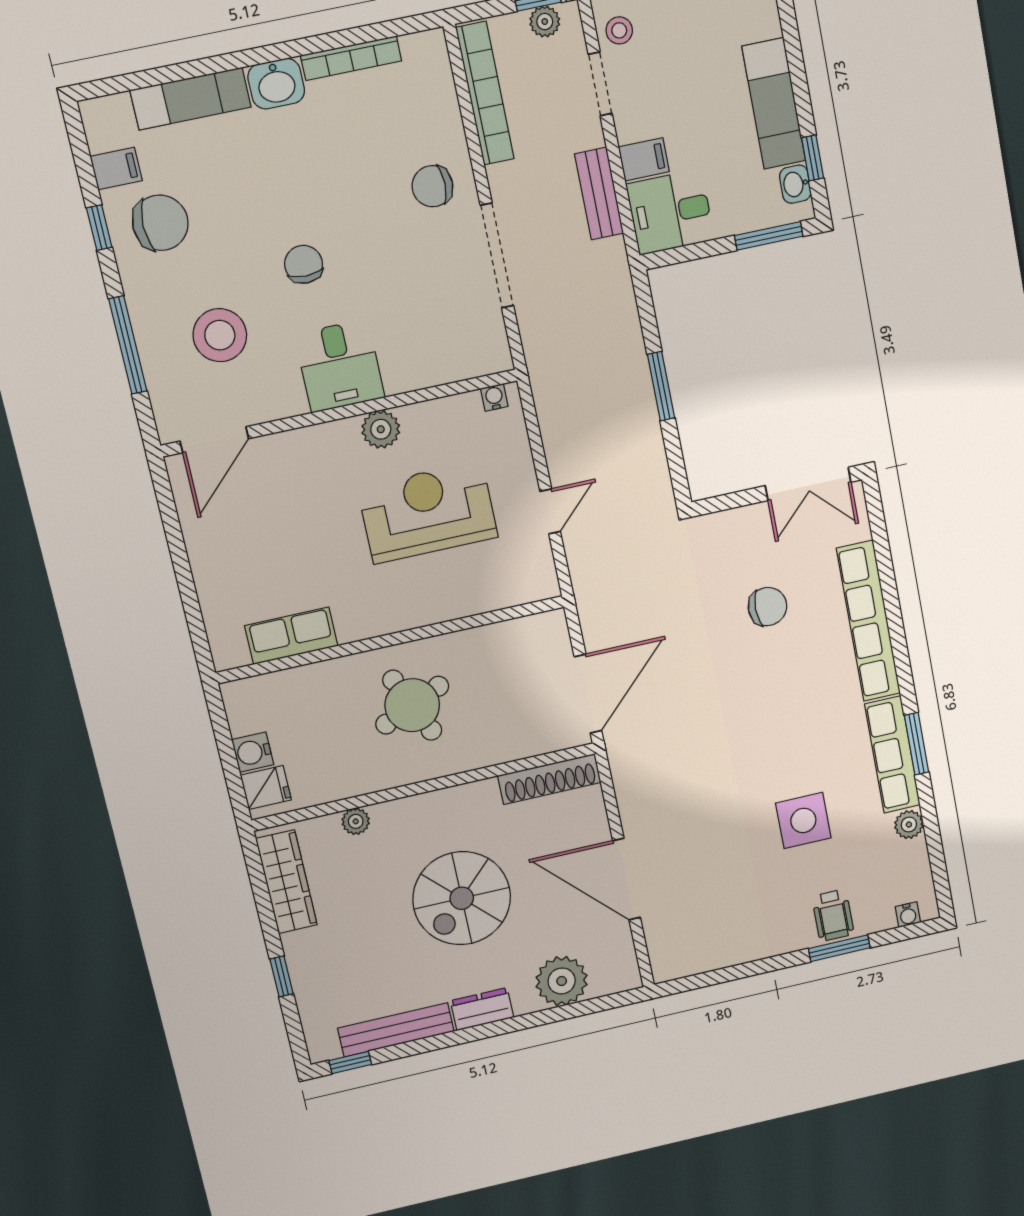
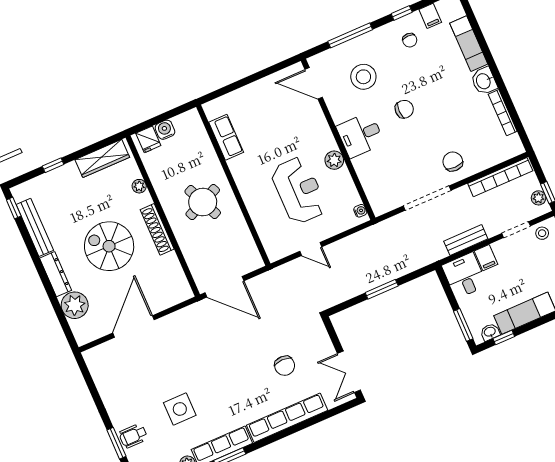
chair: (160, 223) -> (410, 40), width x0.54, depth x0.54
shoe rack: (549, 779) -> (157, 229), moved
dresser: (482, 1009) -> (56, 274), width x1.44

